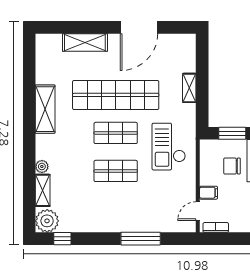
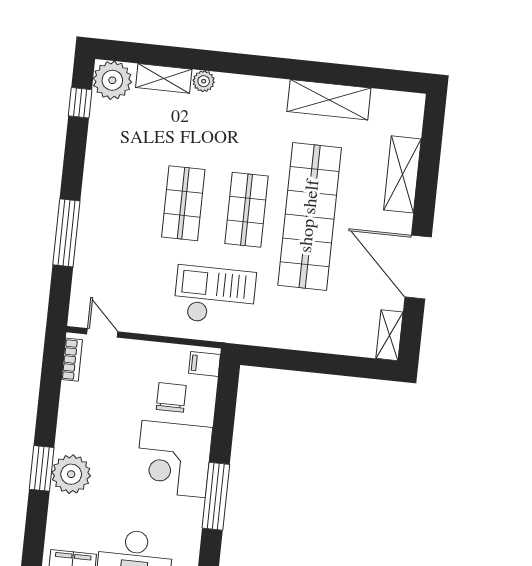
shelving: (189, 88) -> (389, 335), moved, turned 90
shelving: (45, 109) -> (329, 100), moved
window: (232, 133) -> (226, 404), removed
filing cabinet: (209, 193) -> (205, 364), moved, turned 90

